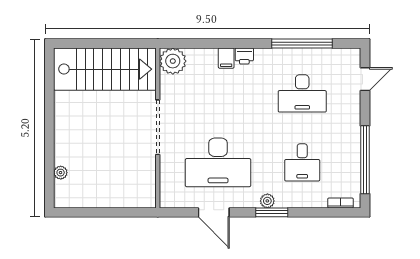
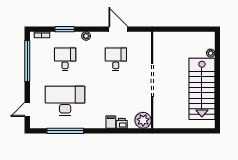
printer: (244, 56) -> (122, 123), moved
stairs: (105, 69) -> (202, 89), moved, turned -90
desk: (302, 93) -> (65, 101), width x1.36, depth x1.30
desk: (218, 162) -> (116, 59), width x0.53, depth x0.77
window: (272, 212) -> (65, 29), moved

